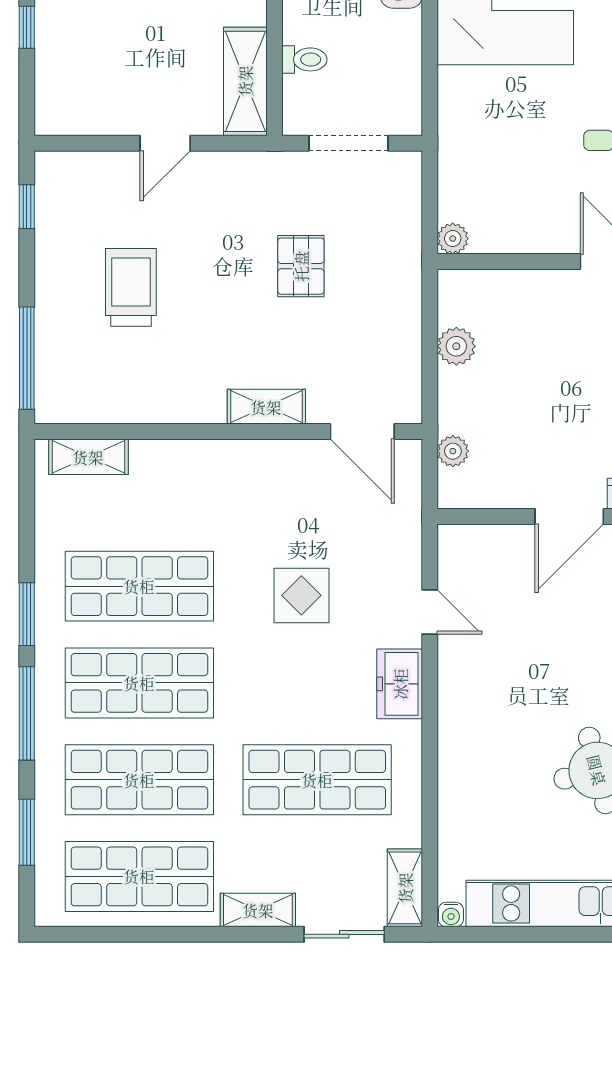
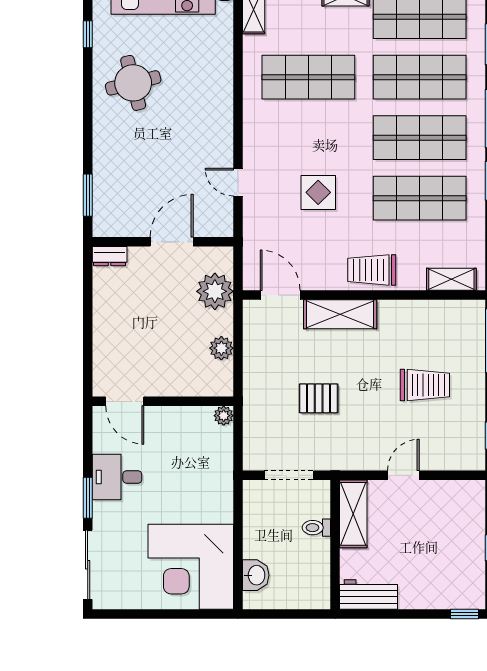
pallet: (301, 266) -> (319, 398), turned 90
trolley: (131, 287) -> (425, 385), turned -90
shelving: (266, 407) -> (340, 314), width x1.50, depth x1.33
plant: (453, 451) -> (215, 291), width x1.88, depth x1.88
trolley: (216, 471) -> (372, 270), added
door: (569, 517) -> (172, 242), moved
freezer: (400, 684) -> (257, 137), removed

